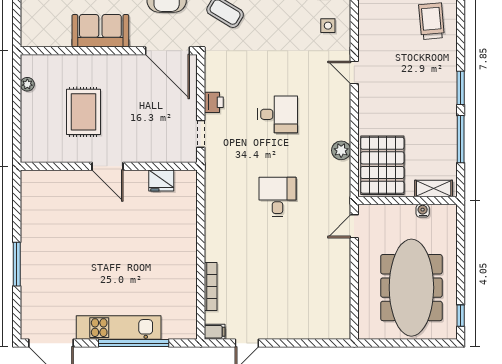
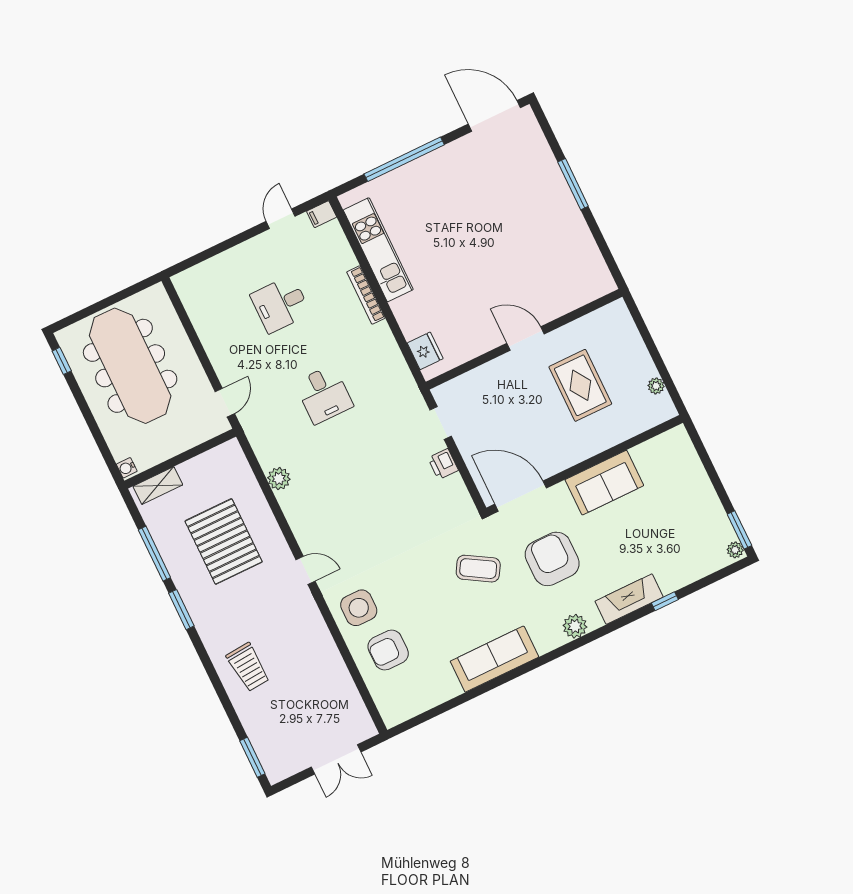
side table: (328, 26) -> (359, 608), width x1.87, depth x1.87
desk: (277, 114) -> (280, 304), moved
pallet: (382, 165) -> (224, 541), moved
fridge: (161, 181) -> (425, 351), moved, turned 90
water cooler: (423, 211) -> (127, 468), moved, turned 90
bookcase: (211, 286) -> (366, 295), moved
kitchen unit: (119, 328) -> (378, 250), moved, turned -90

